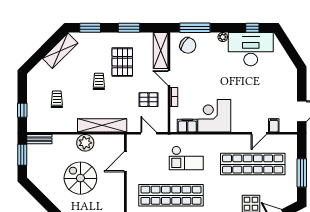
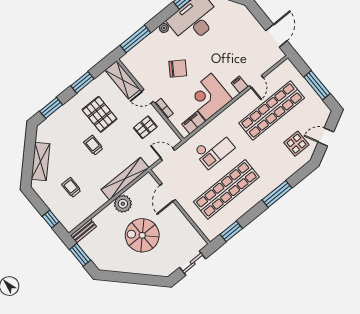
chair: (188, 45) -> (178, 69), moved
shelving: (60, 51) -> (40, 162), moved
filing cabinet: (274, 125) -> (240, 85), moved

